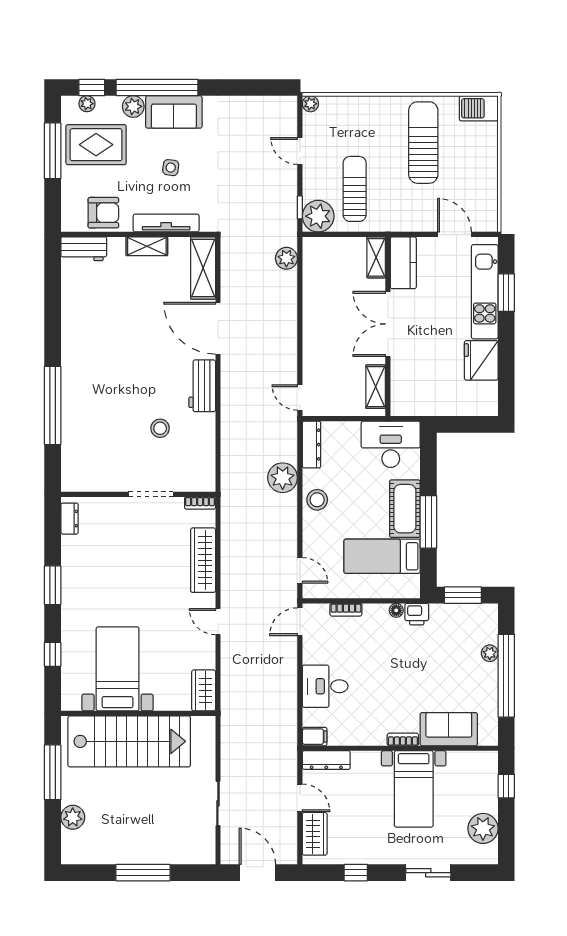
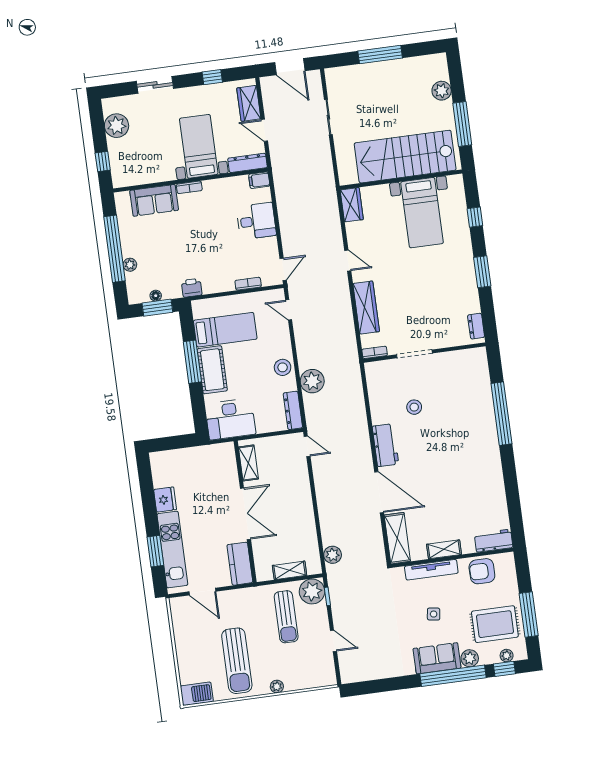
plant: (310, 104) -> (277, 687), moved
shelving: (376, 257) -> (290, 570), moved, turned 90
fridge: (481, 360) -> (165, 500), width x0.73, depth x0.75
floor lamp: (396, 610) -> (156, 296), moved
bed with nightstands: (414, 789) -> (199, 146), moved

